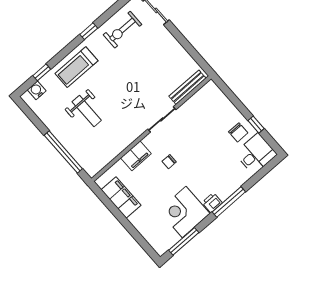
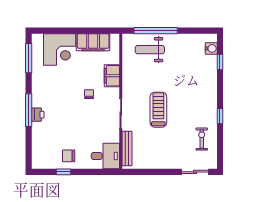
exercise bike: (122, 30) -> (202, 139), width x0.73, depth x0.72
treadmill: (76, 67) -> (158, 110), moved
weight bench: (87, 111) -> (150, 50), moved
desk: (256, 154) -> (105, 156), moved, turned -90
printer: (212, 203) -> (38, 115), moved
corner desk: (184, 212) -> (60, 50), moved, turned 90

